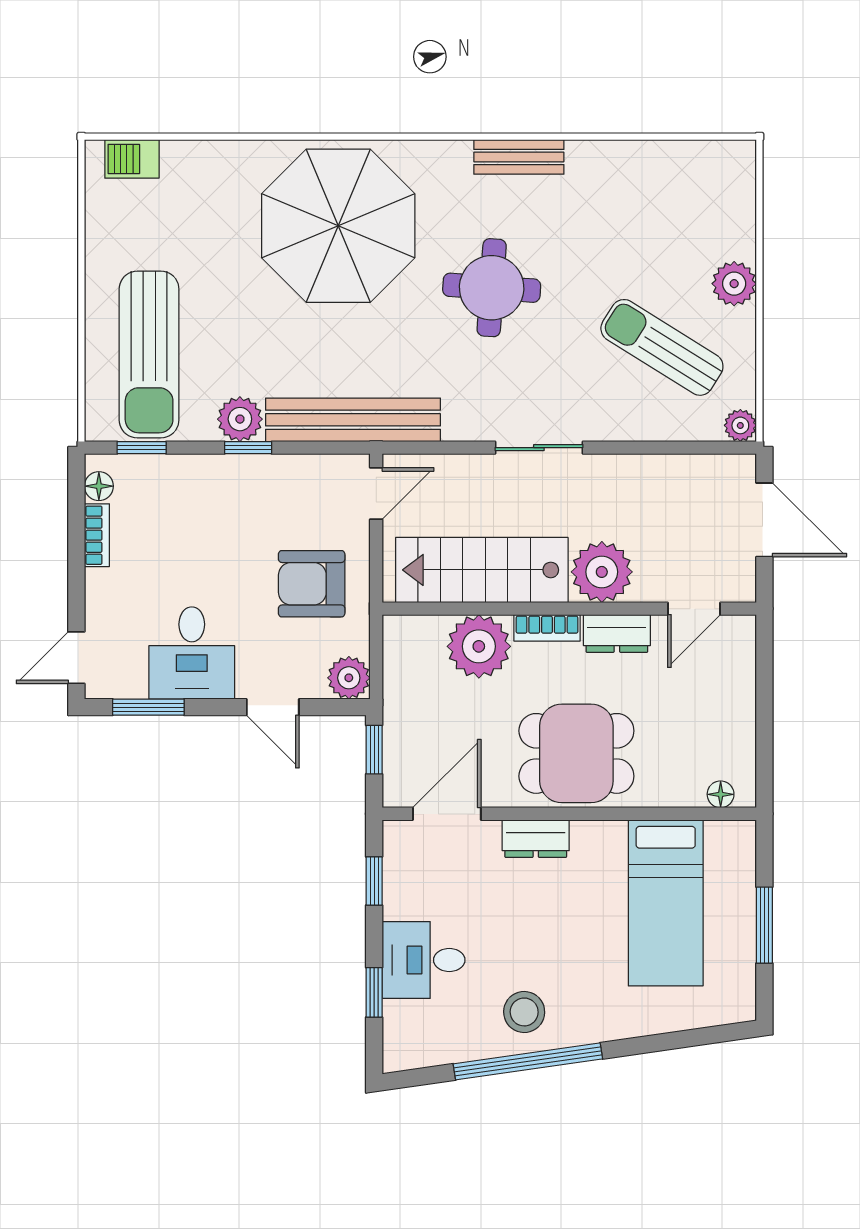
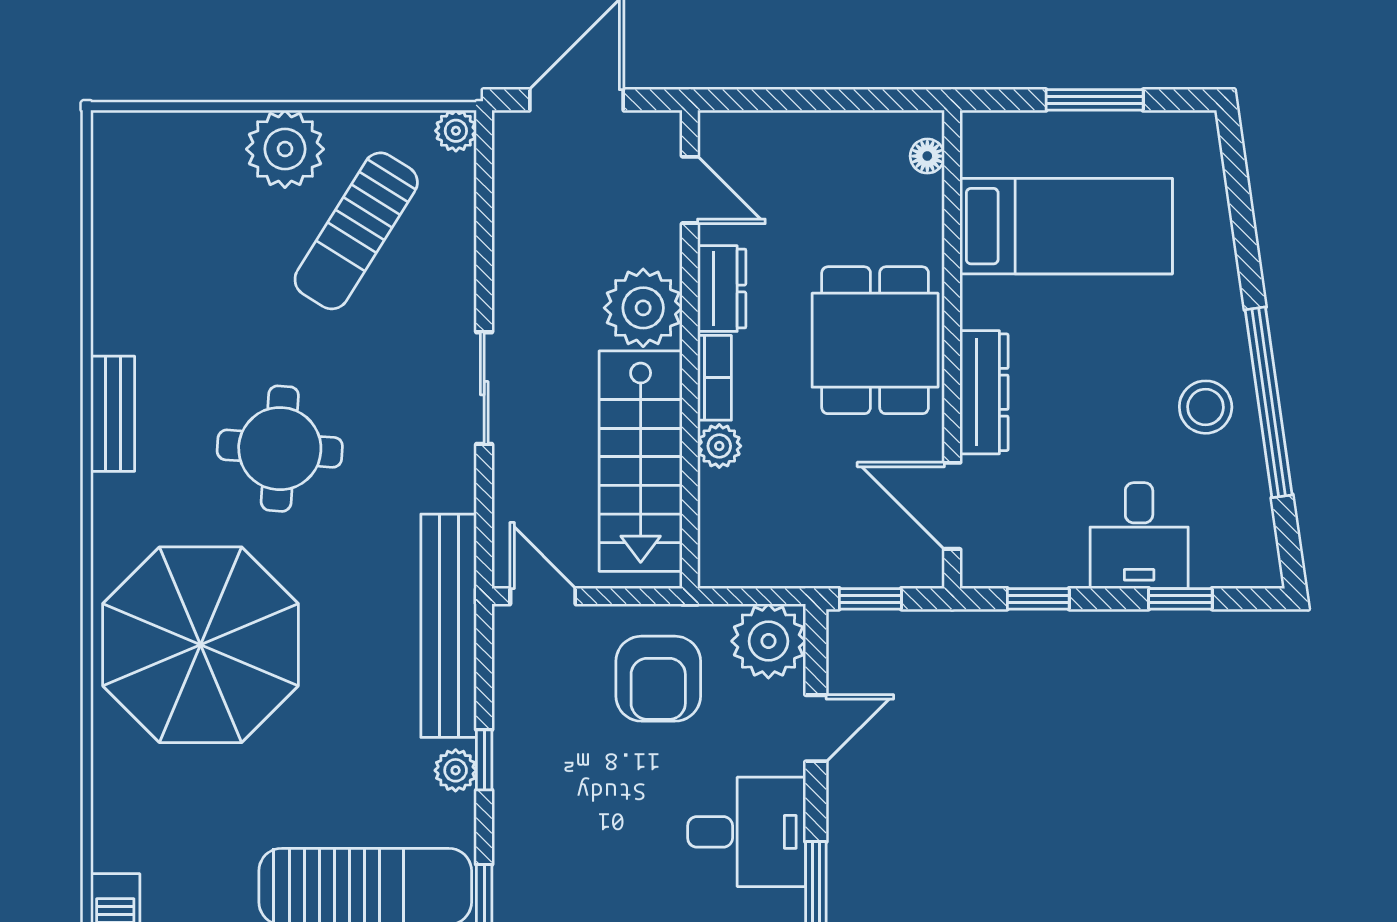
plant: (734, 284) -> (285, 149), width x1.36, depth x1.36
plant: (240, 419) -> (456, 770), width x0.73, depth x0.73
plant: (479, 646) -> (719, 446), width x0.53, depth x0.53
plant: (349, 678) -> (768, 641), width x1.36, depth x1.36
dresser: (536, 839) -> (984, 392), width x1.44

